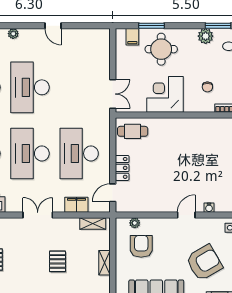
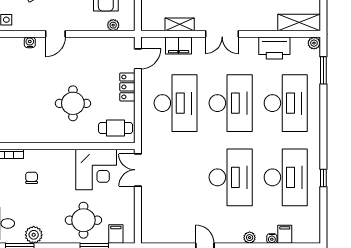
corner desk: (165, 94) -> (96, 169), moved
round table: (171, 153) -> (73, 103), added
shelving: (93, 224) -> (180, 24), moved

